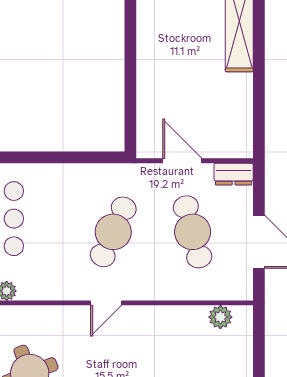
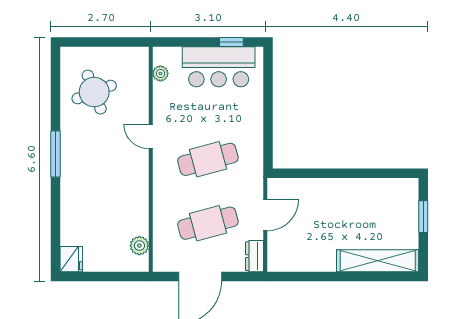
cafe table: (113, 232) -> (208, 159), turned -39
door: (106, 303) -> (151, 136), moved

